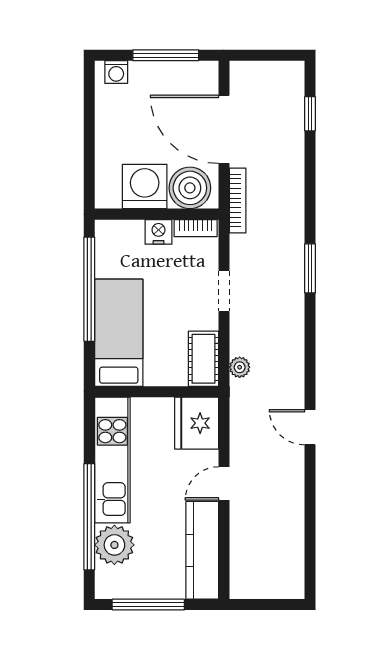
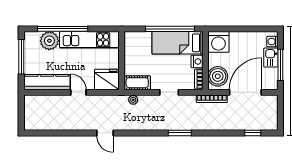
kitchen sink: (150, 75) -> (271, 58), added
washing machine: (145, 186) -> (218, 42), moved, turned 90
bed: (119, 333) -> (178, 43), moved, turned 180
door: (310, 427) -> (105, 133), swing flipped

